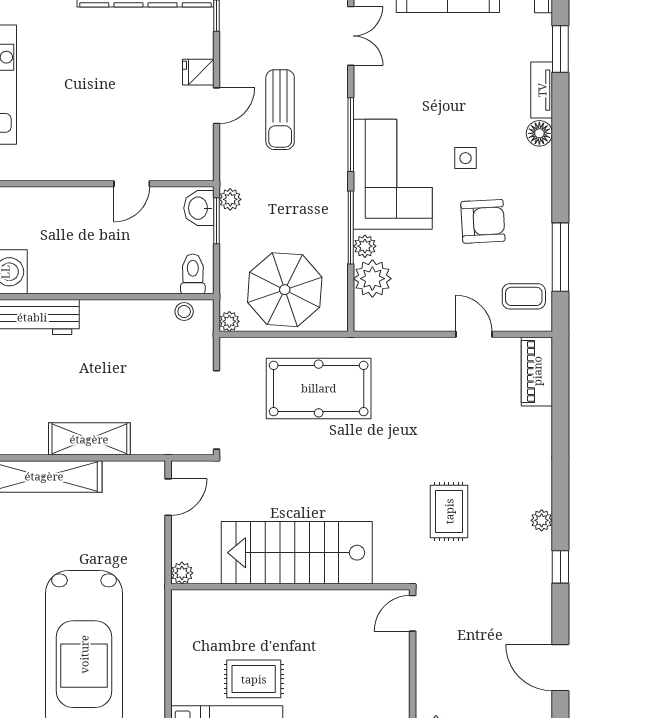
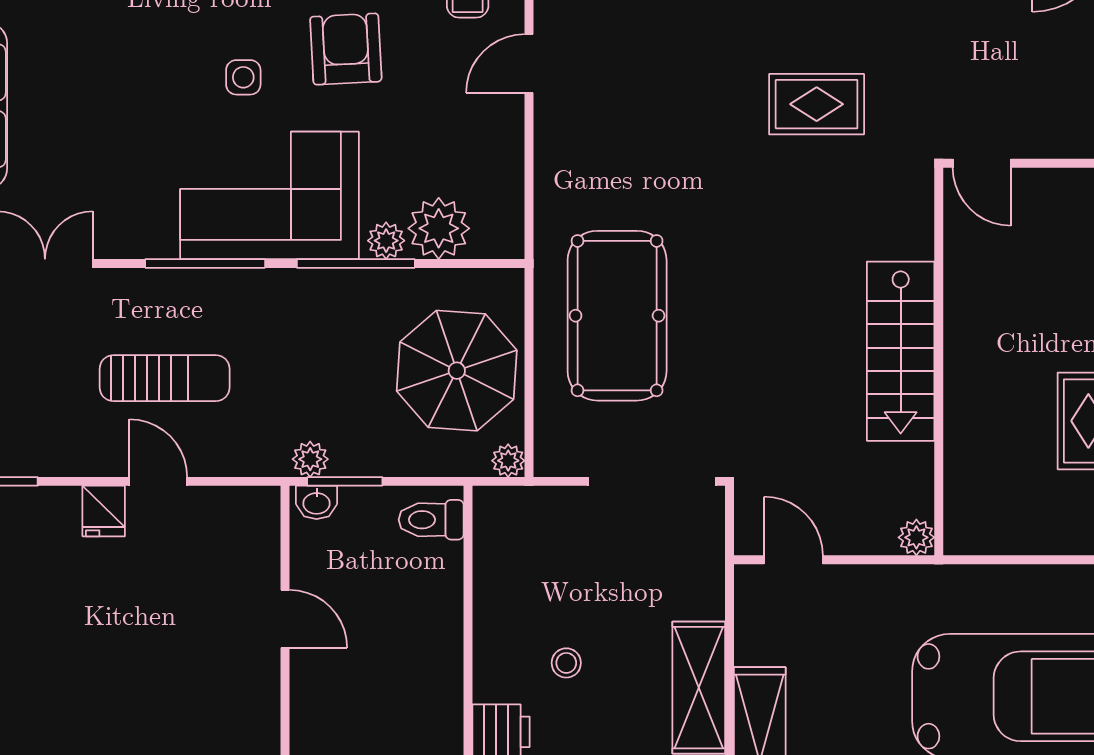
washbasin: (199, 208) -> (317, 502), width x0.72, depth x0.69
stool: (184, 312) -> (566, 663), moved
stairs: (297, 553) -> (901, 351), width x0.73, depth x0.66

